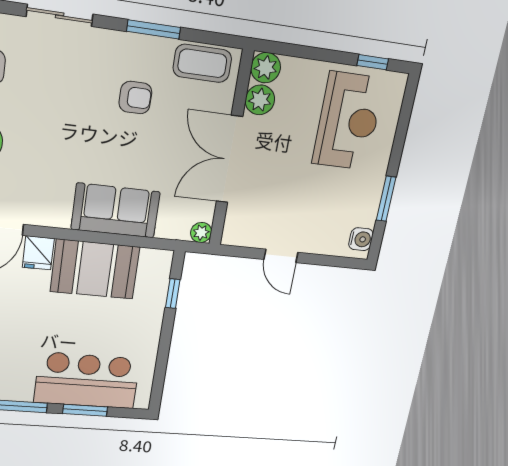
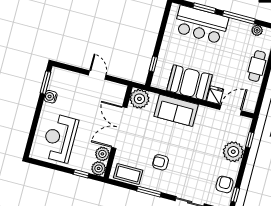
window: (373, 62) -> (81, 174), moved
double door: (229, 159) -> (119, 128), swing flipped
window: (386, 199) -> (45, 83), moved
plant: (201, 232) -> (139, 99), width x1.87, depth x1.87
water cooler: (361, 239) -> (51, 97), moved

